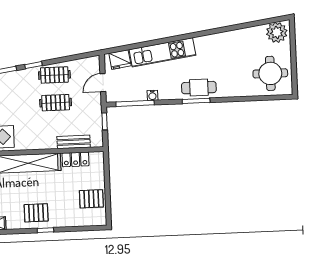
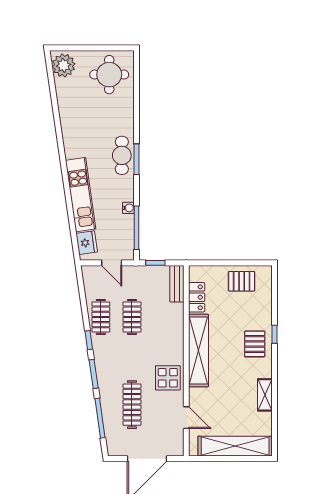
bench: (74, 142) -> (177, 284), moved
pallet: (91, 199) -> (242, 281), turned 90

